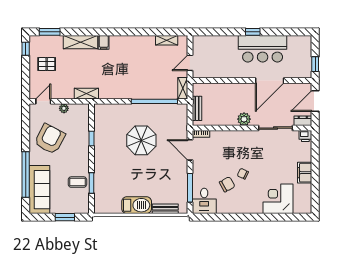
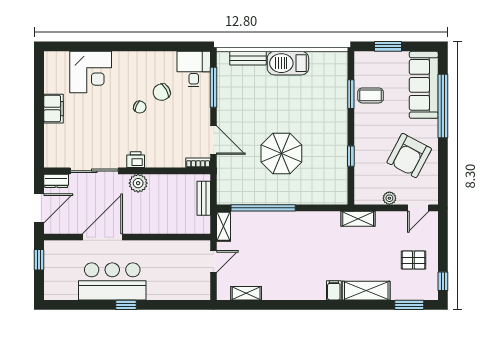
printer: (305, 136) -> (136, 160), moved

